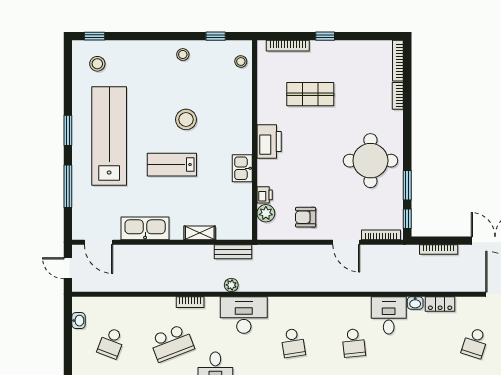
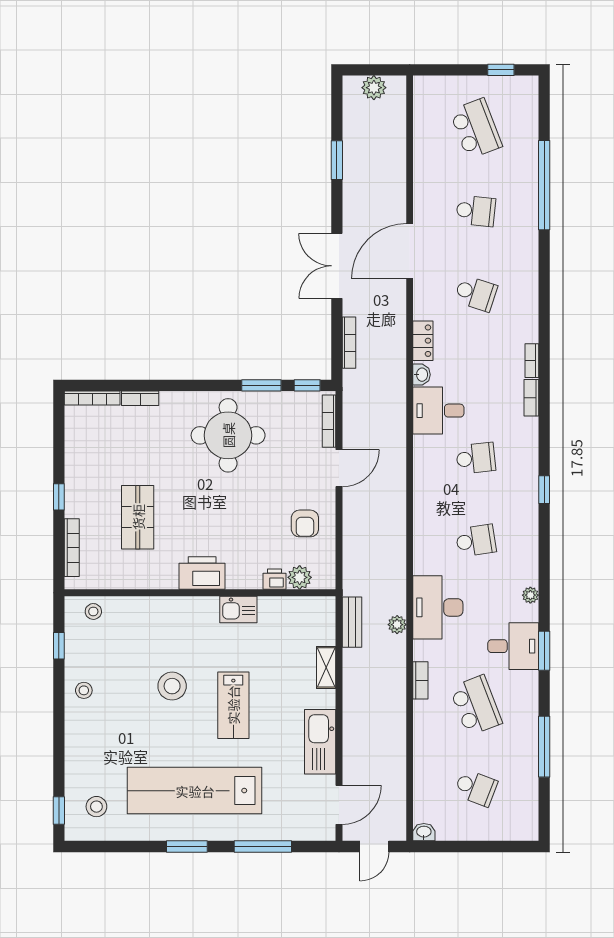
washbasin: (79, 321) -> (424, 832), moved

